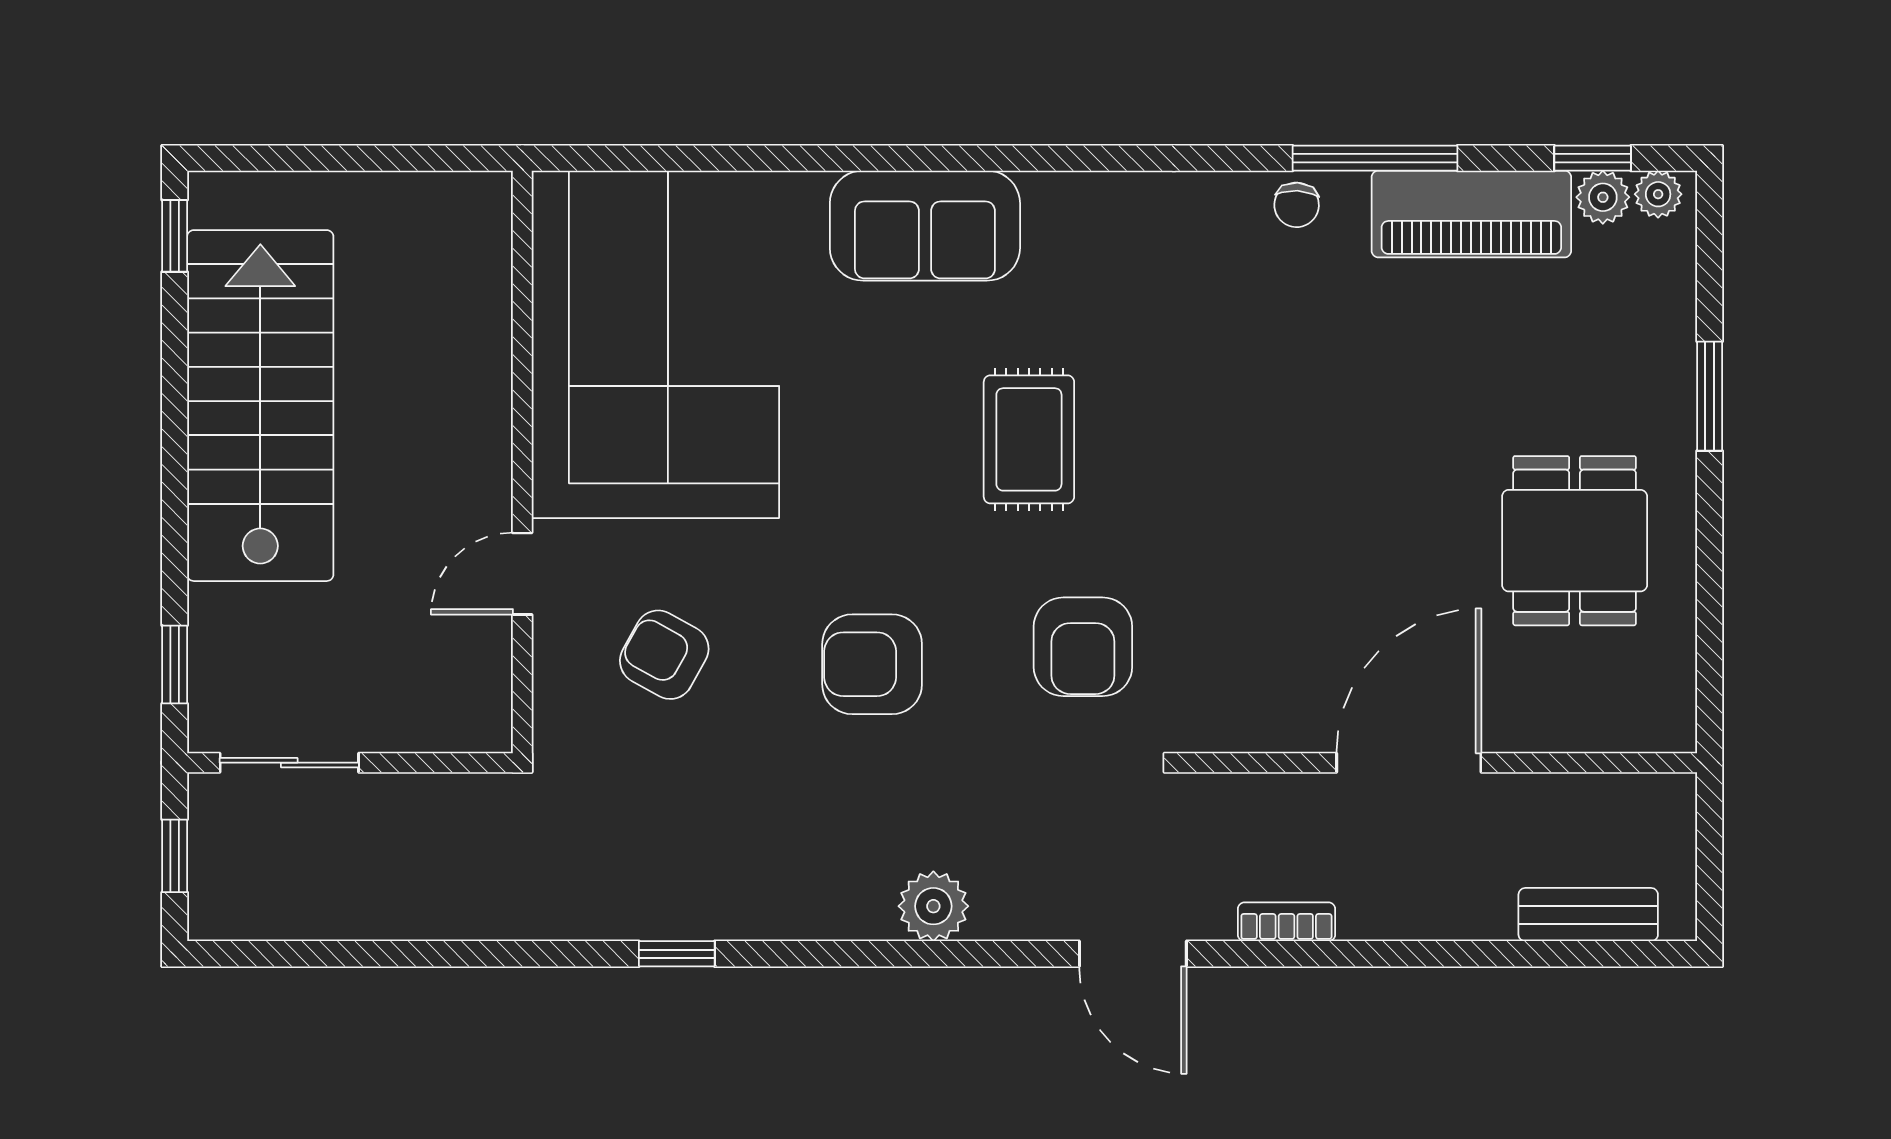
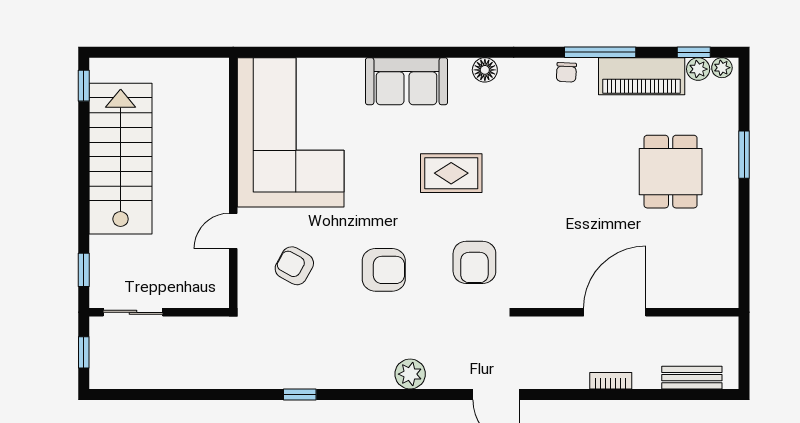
floor lamp: (1107, 199) -> (485, 70), added
rug: (1029, 439) -> (451, 173), turned 90
dining table: (1575, 541) -> (671, 172), moved
armchair: (872, 664) -> (384, 270), turned 180
bookcase: (1286, 922) -> (611, 381), moved

